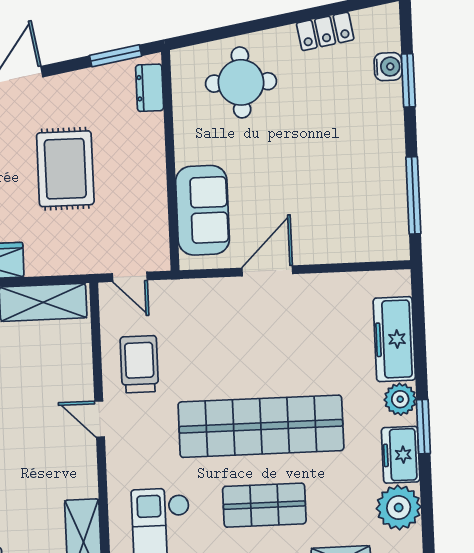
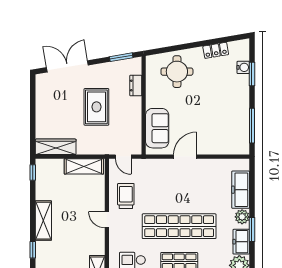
dresser: (150, 88) -> (136, 86), moved

